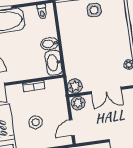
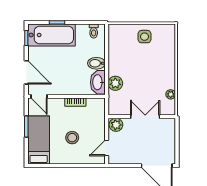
plant: (75, 86) -> (115, 83), moved
double door: (106, 91) -> (145, 117), swing flipped

